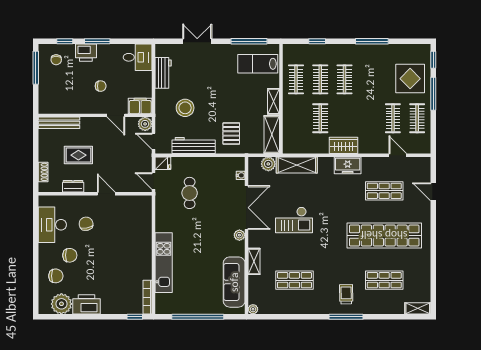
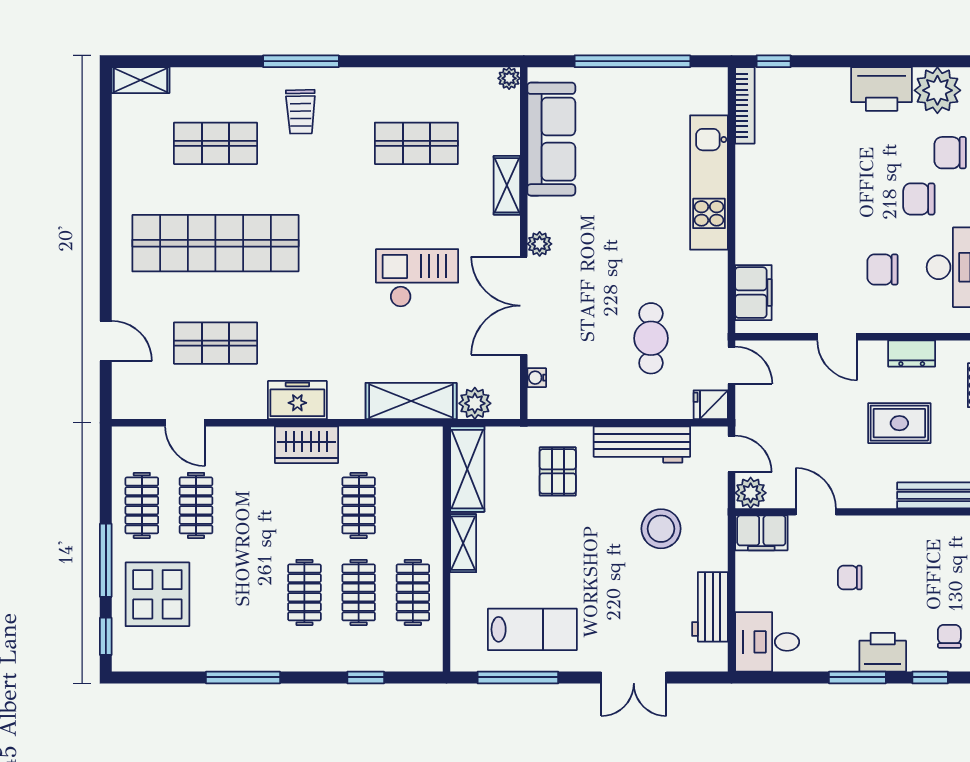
lab bench: (258, 64) -> (532, 629), moved
filing cabinet: (144, 213) -> (753, 293), added
chair: (86, 224) -> (883, 269), turned 101

